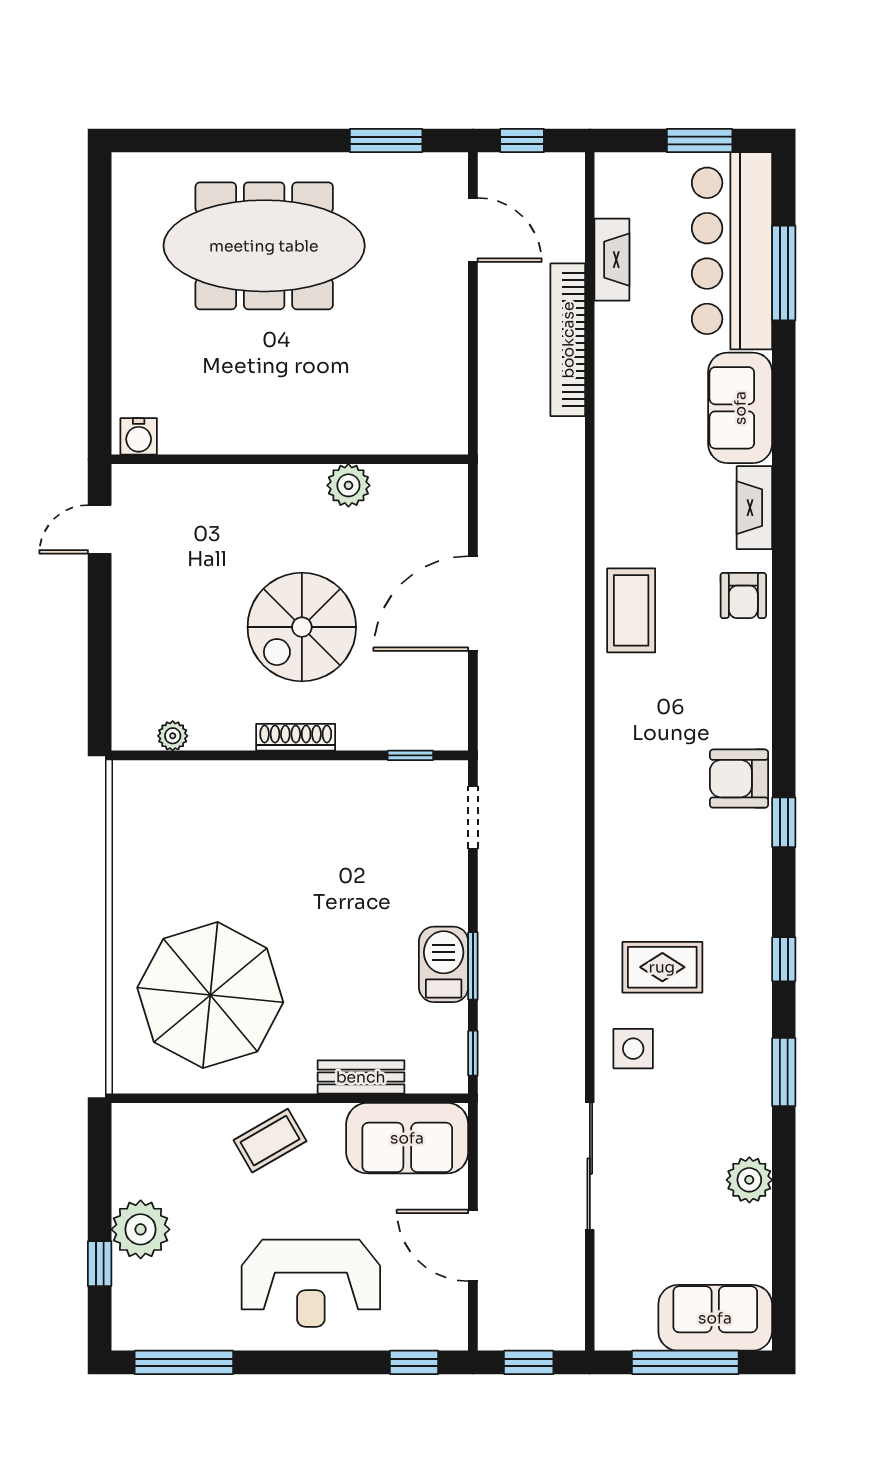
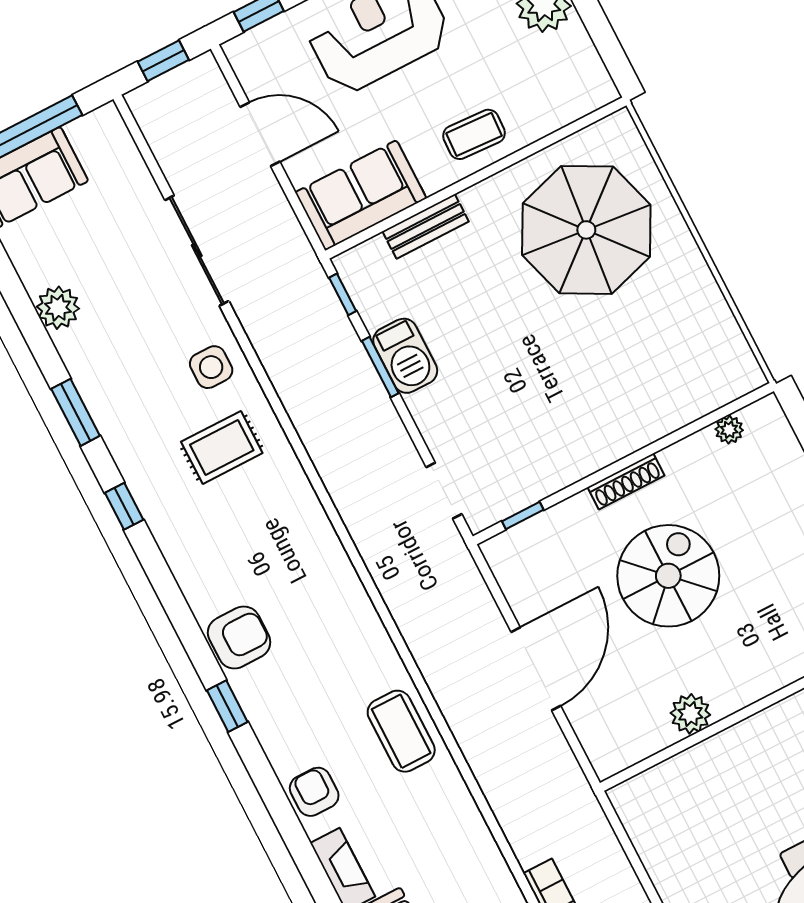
window: (784, 822) -> (227, 706), moved
coffee table: (270, 1141) -> (474, 134), turned 33

